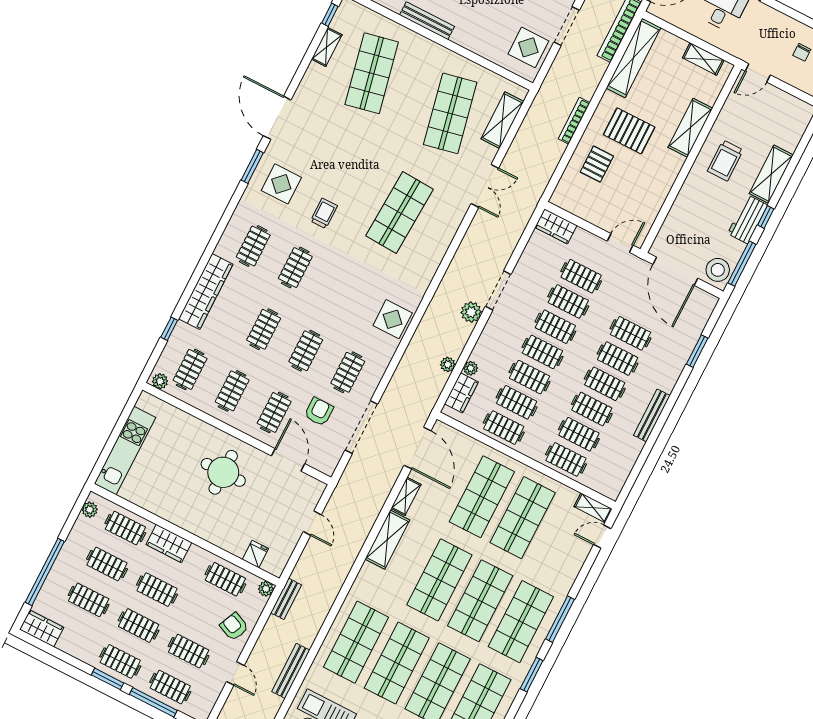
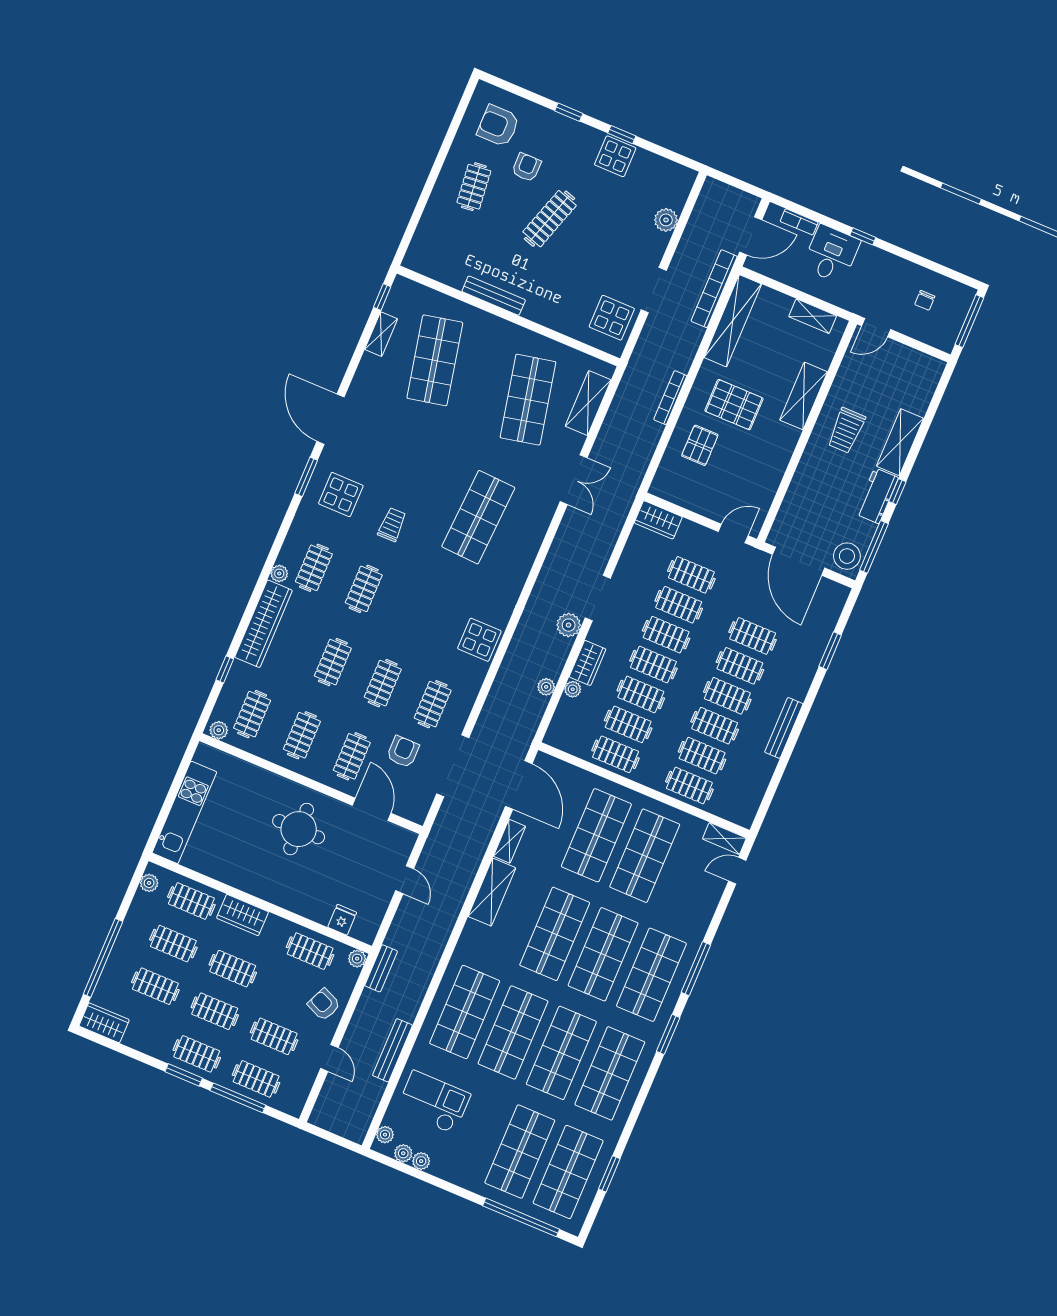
plant: (223, 249) -> (279, 573), added
wardrobe: (461, 393) -> (588, 663), moved

